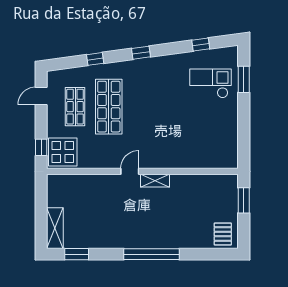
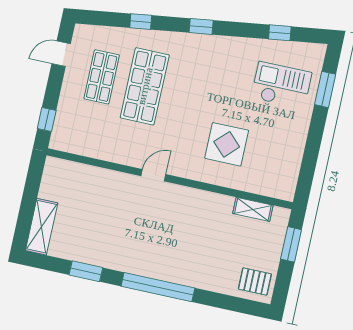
display table: (63, 152) -> (227, 144), moved
shelving: (155, 181) -> (253, 209), moved
pallet: (223, 234) -> (255, 281), turned 90
window: (77, 254) -> (86, 271), moved

